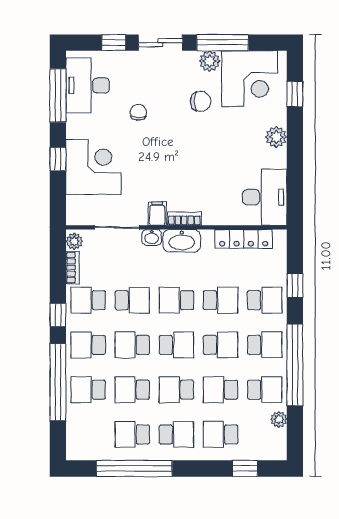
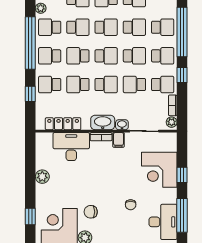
plant: (276, 137) -> (42, 177), moved
desk: (265, 197) -> (71, 147), moved, turned 90
school desk: (176, 345) -> (106, 56), turned 180

